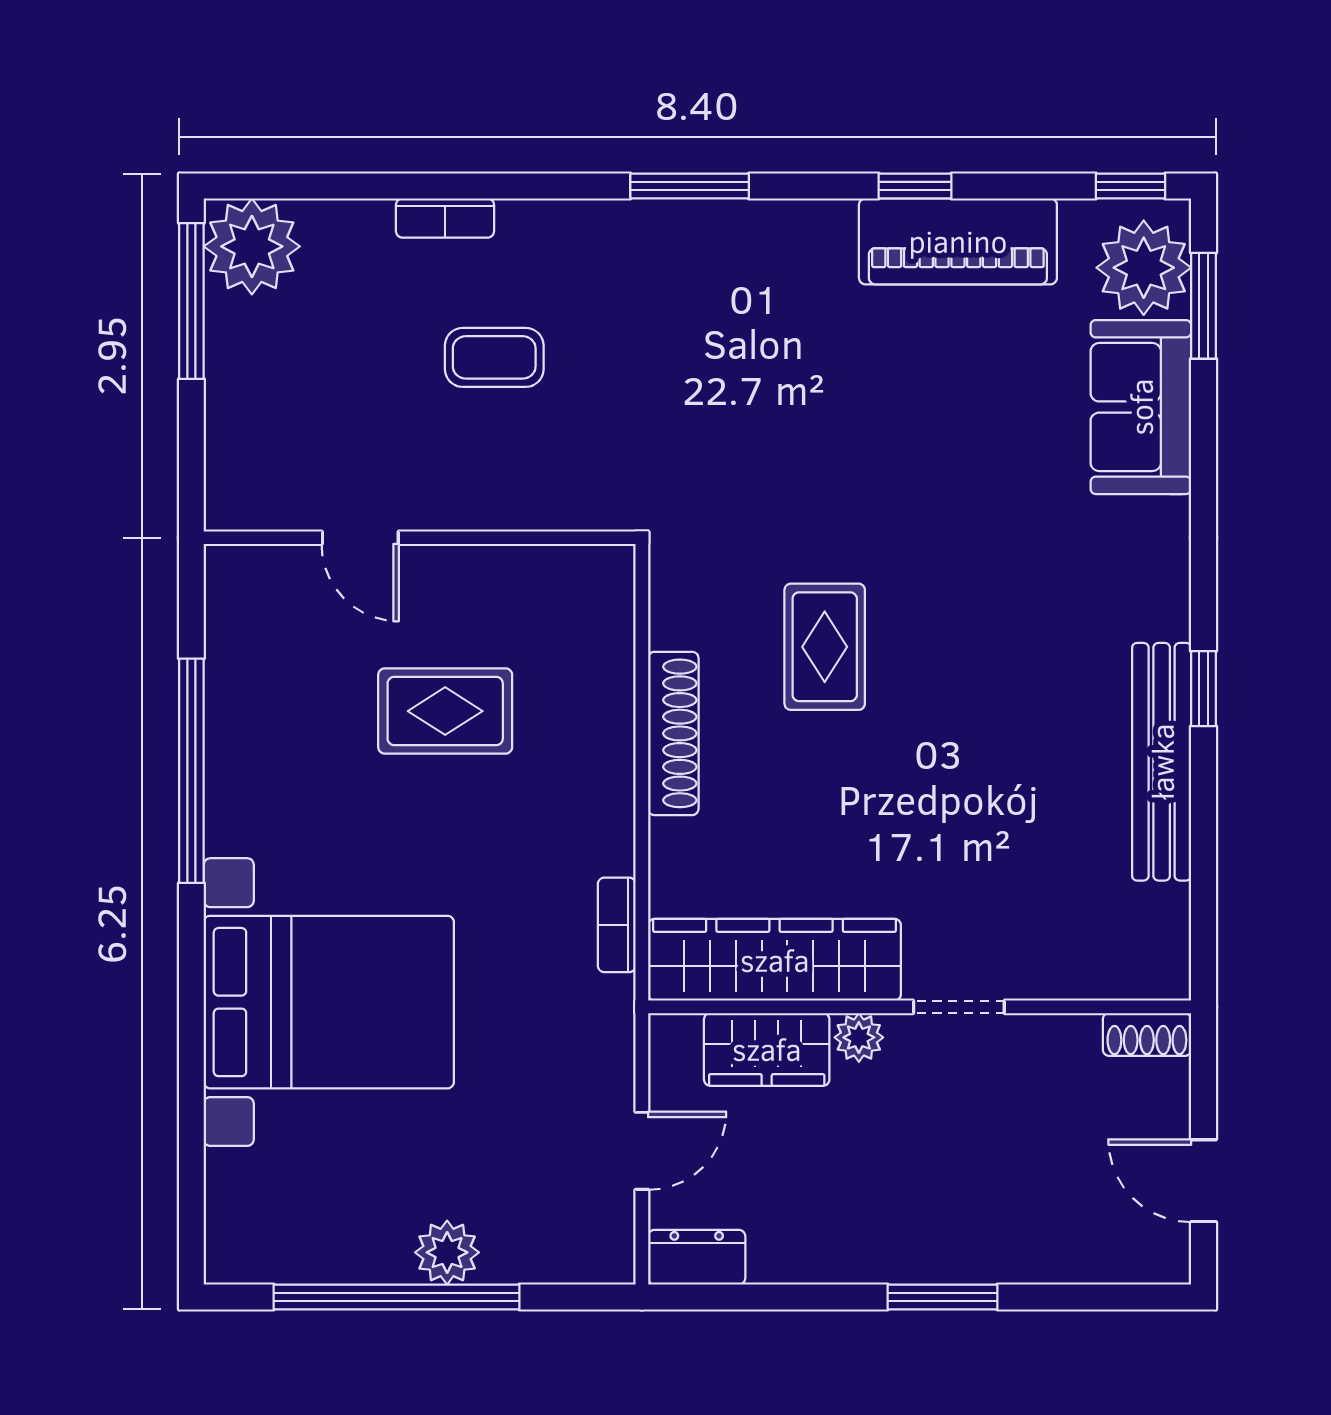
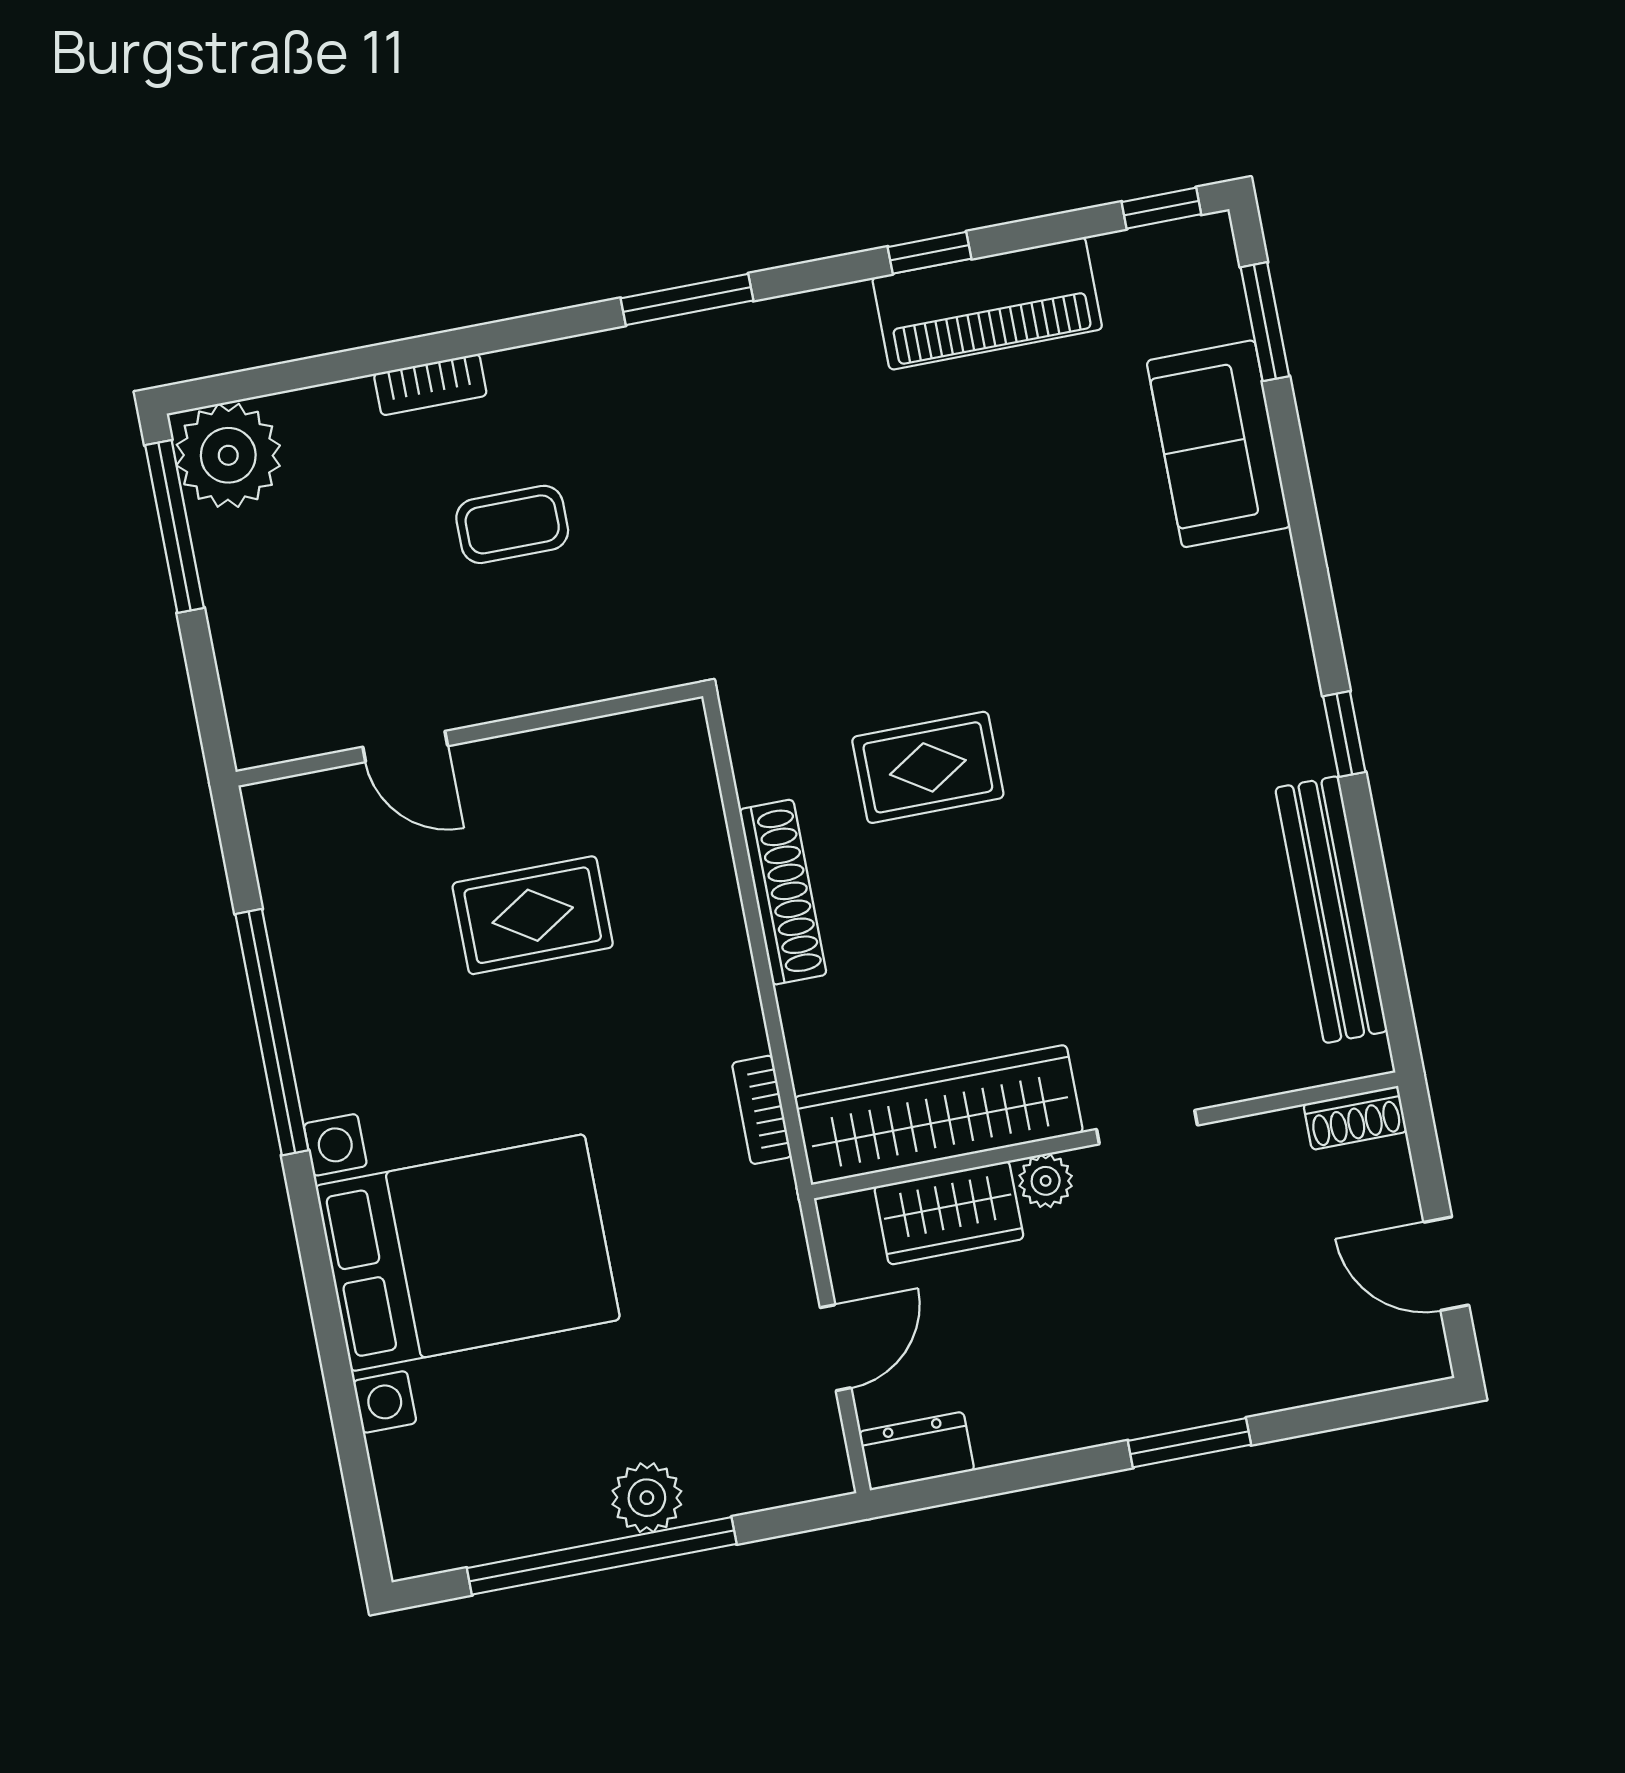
plant: (1144, 268) -> (1193, 293), removed
rug: (825, 647) -> (928, 767), turned 90
bench: (1162, 762) -> (1331, 910), moved

